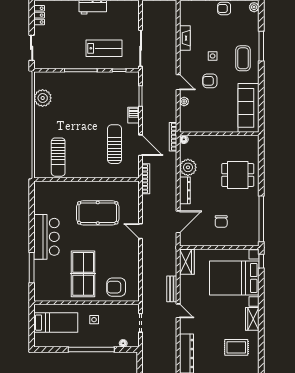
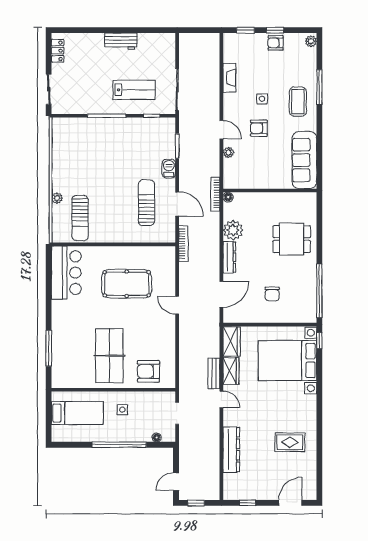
plant: (43, 98) -> (57, 198), moved, width x0.53, depth x0.53
bar counter: (46, 237) -> (66, 273), moved
wardrobe: (252, 319) -> (231, 371), moved, turned 180

